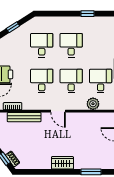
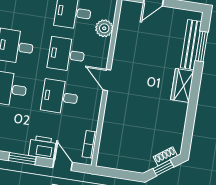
door: (58, 111) -> (107, 80), swing flipped
bench: (24, 117) -> (191, 45), moved

